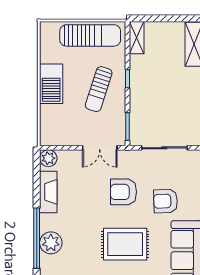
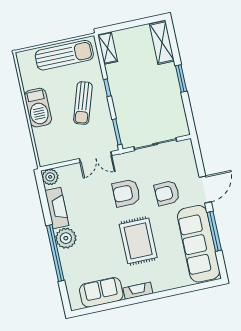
plant: (51, 243) -> (66, 238), moved
rug: (125, 244) -> (138, 241), turned 90

